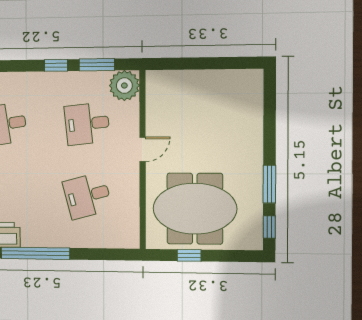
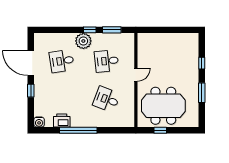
plant: (124, 86) -> (83, 41), moved
desk: (87, 196) -> (106, 99), turned 36
window: (269, 227) -> (202, 63), moved

